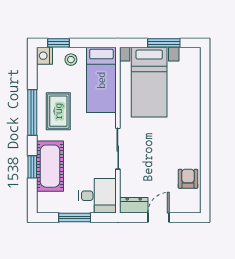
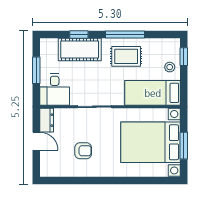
nightstand: (44, 56) -> (173, 45), removed
bed with nightstands: (149, 82) -> (151, 142), width x1.36
armchair: (188, 179) -> (83, 151), moved

